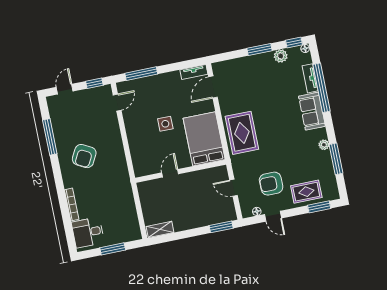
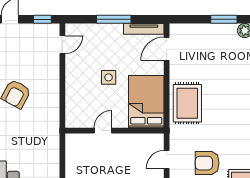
tv unit: (194, 72) -> (144, 29), width x1.41
window: (141, 74) -> (114, 19), moved
door: (234, 188) -> (167, 159), hinge flipped

